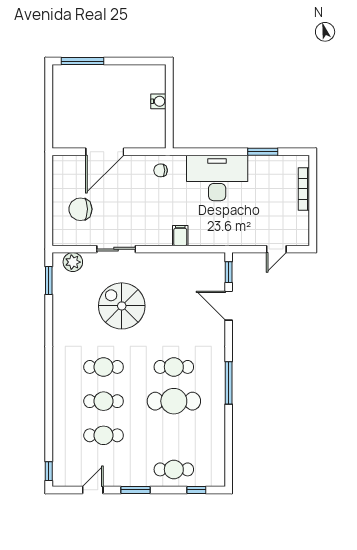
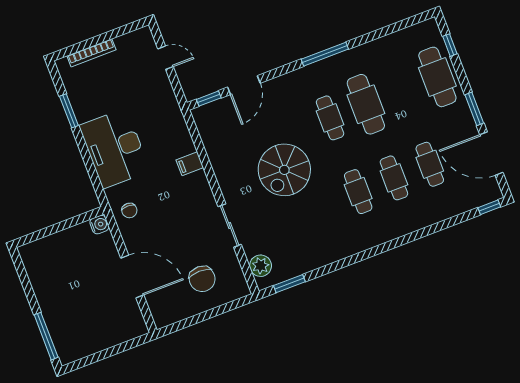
water cooler: (158, 101) -> (99, 225), moved, turned 90
spiral stairs: (122, 306) -> (284, 170), moved
cafe table: (174, 469) -> (437, 77), width x1.37, depth x1.35
door: (93, 490) -> (491, 154), width x1.88

